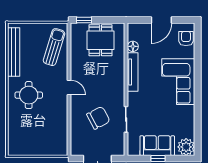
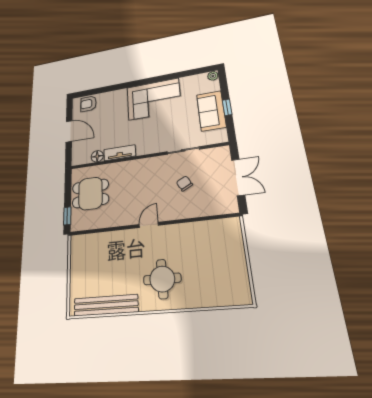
sun lounger: (54, 47) -> (99, 250), removed
tv unit: (133, 72) -> (120, 153), width x0.71
corner sofa: (178, 82) -> (154, 99), moved
chair: (98, 118) -> (184, 183), width x0.54, depth x0.54
plant: (186, 147) -> (213, 76), width x0.53, depth x0.53

